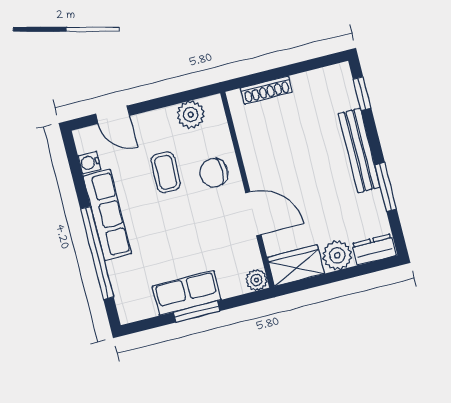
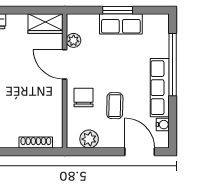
door: (113, 115) -> (140, 152), width x1.37
chair: (214, 173) -> (84, 97), turned -90
plant: (337, 255) -> (17, 23), removed
plant: (256, 280) -> (74, 40), moved

